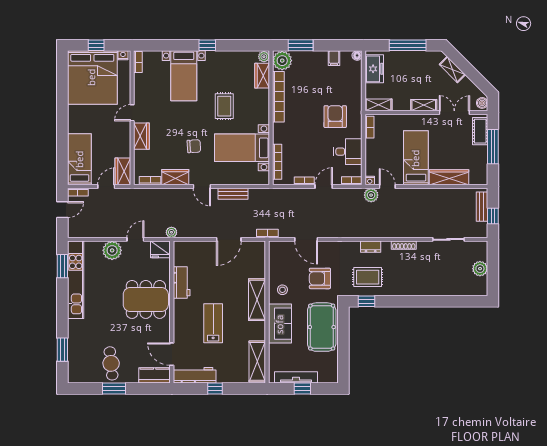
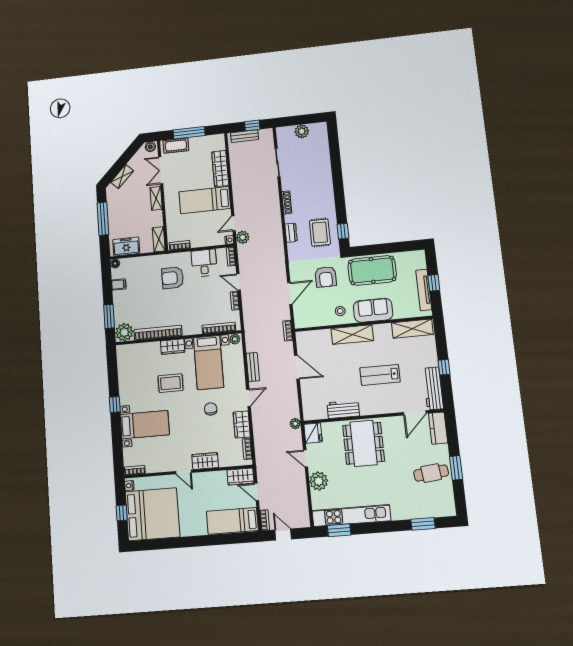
plant: (264, 57) -> (235, 339), moved
wardrobe: (262, 76) -> (173, 347), moved

